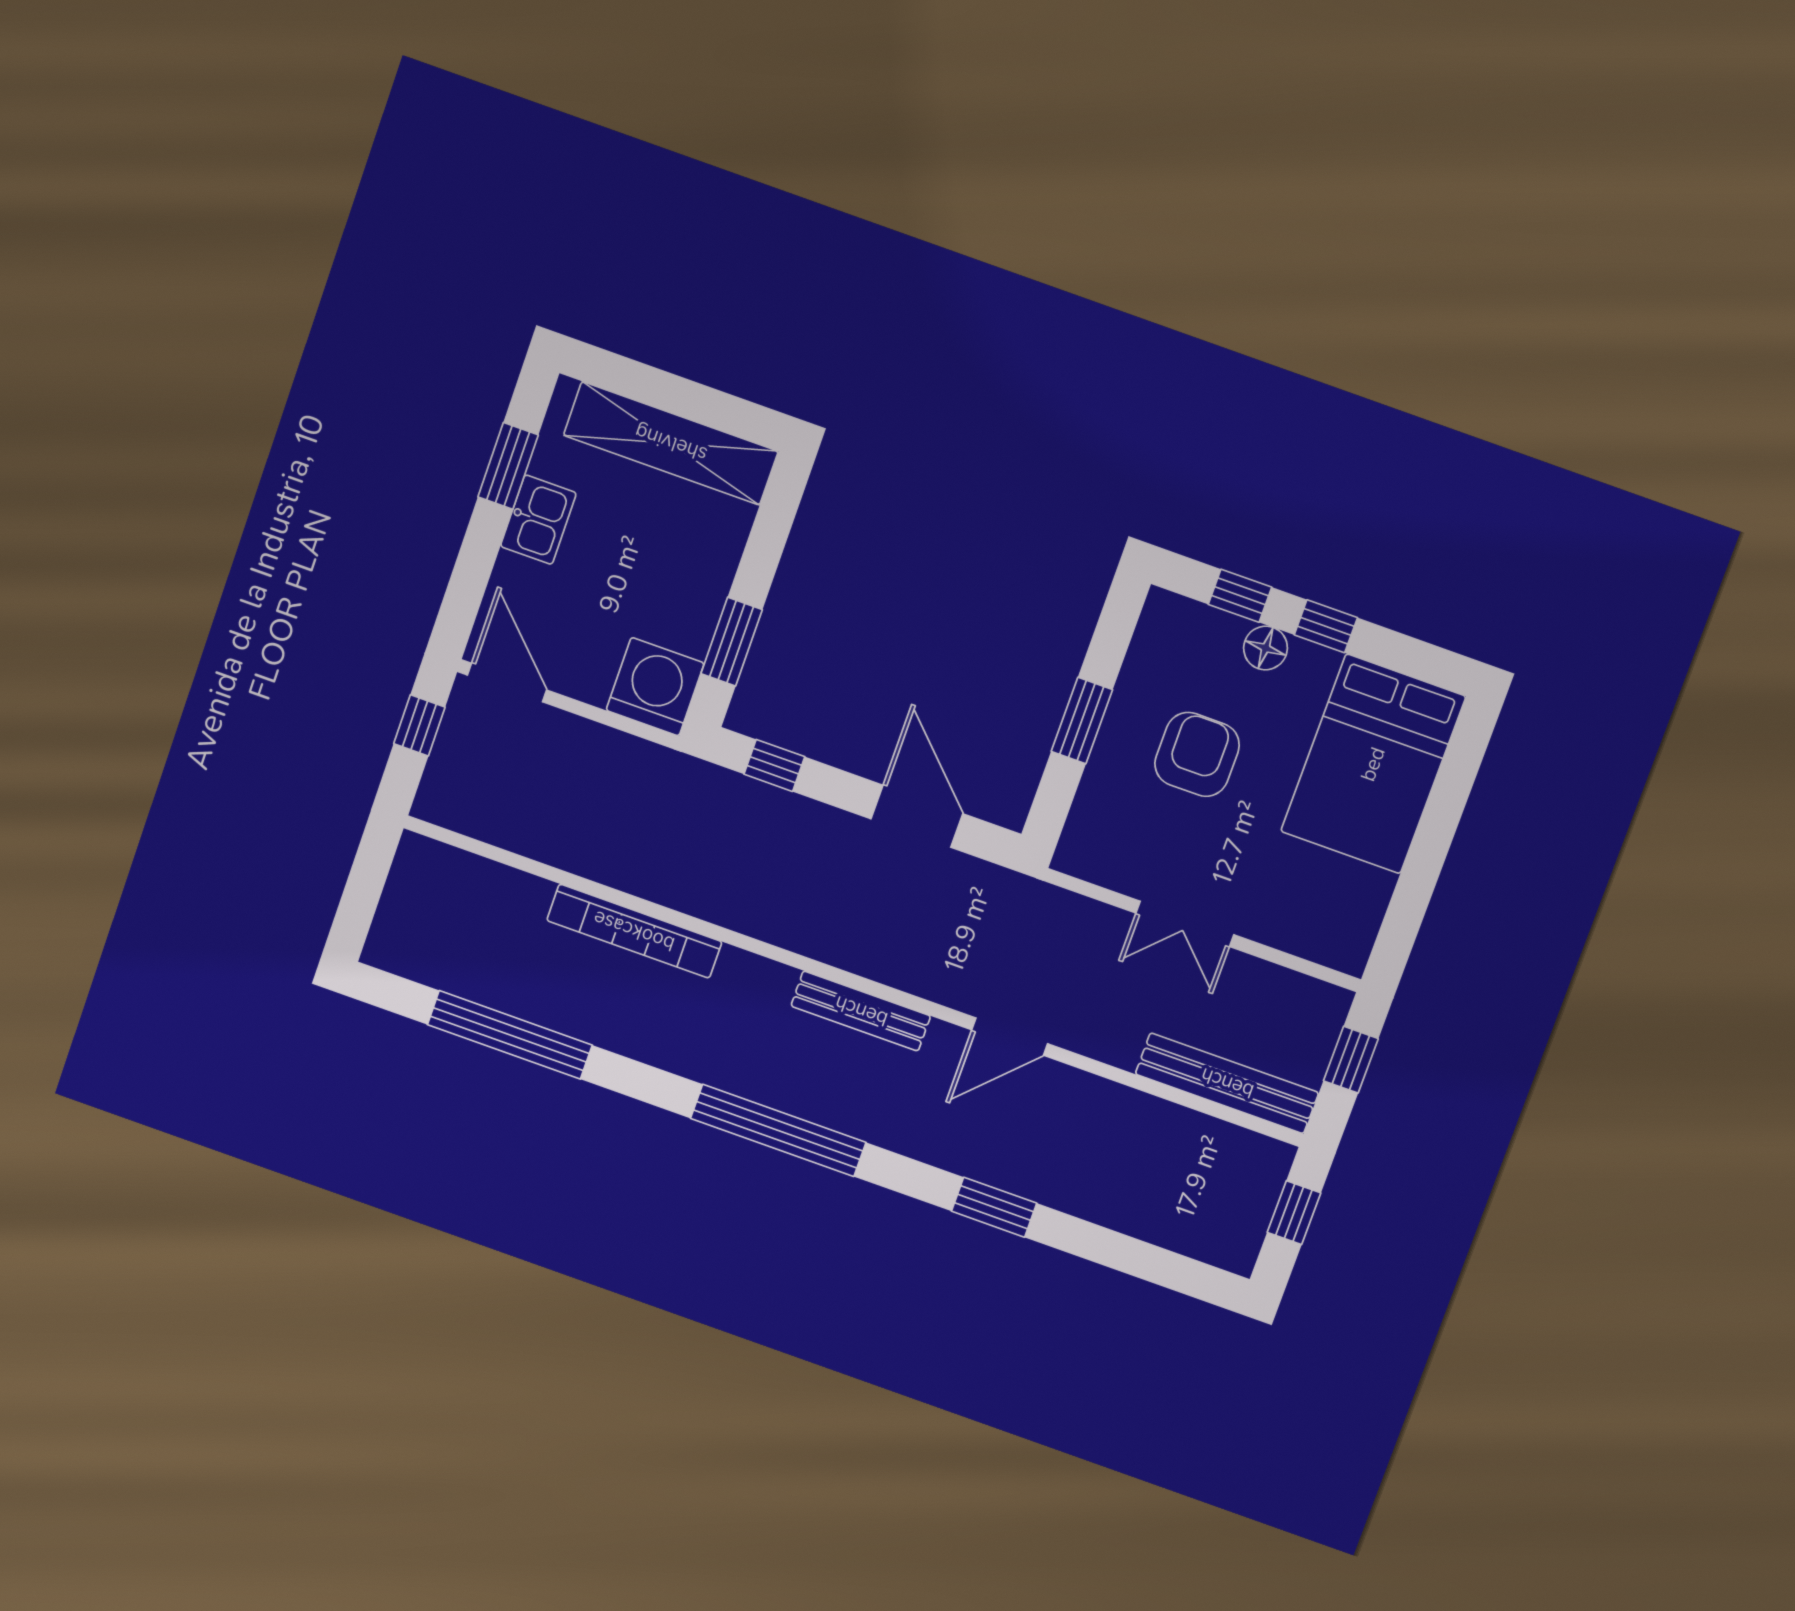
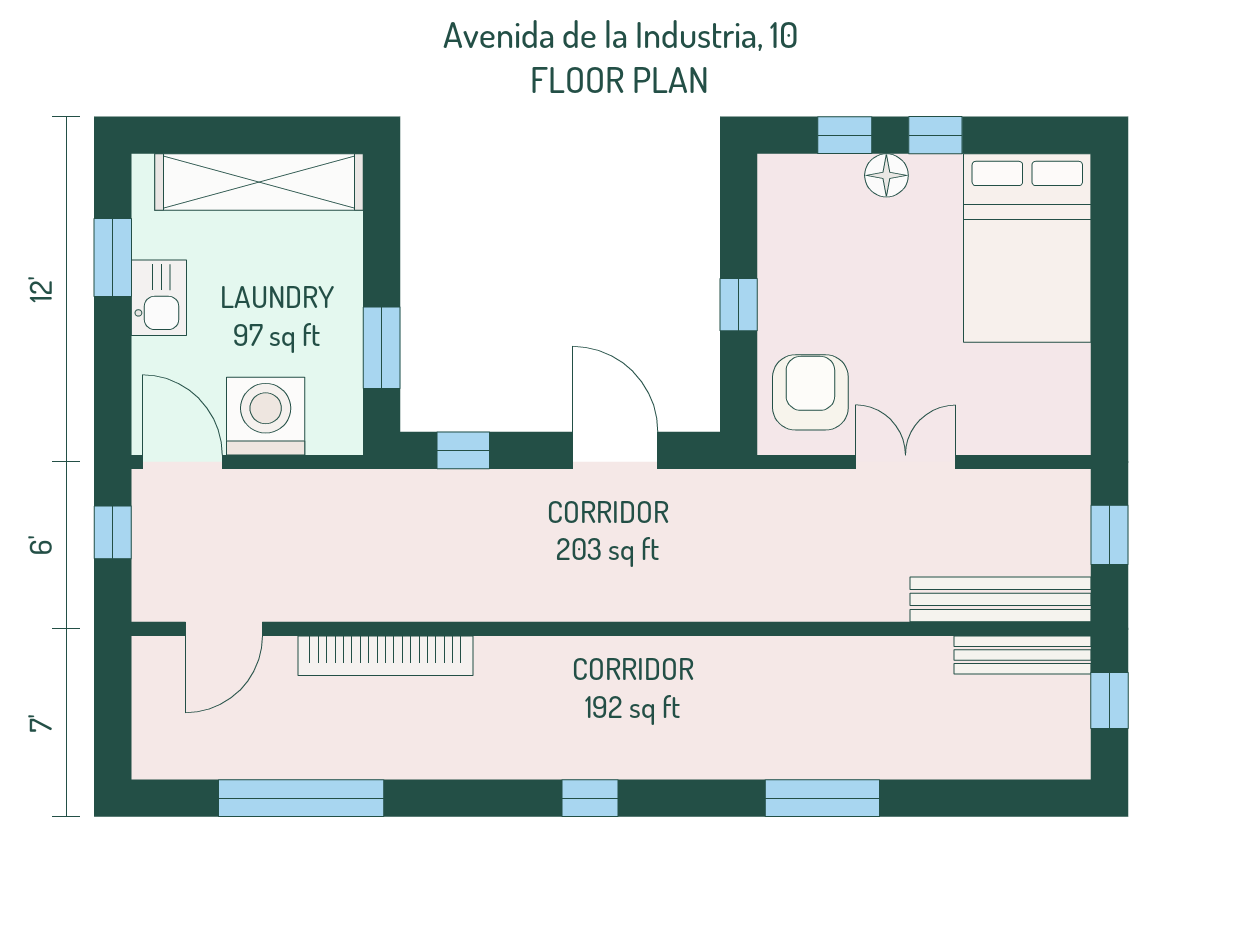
washing machine: (655, 687) -> (266, 416), moved
window: (1082, 721) -> (739, 305), width x0.67
armchair: (1197, 754) -> (810, 392), moved
double door: (1185, 924) -> (906, 462), swing flipped
bench: (861, 1011) -> (1023, 655), moved
door: (1010, 1037) -> (224, 629), moved
window: (778, 1130) -> (590, 798), width x0.32
window: (994, 1207) -> (822, 798), width x1.44

